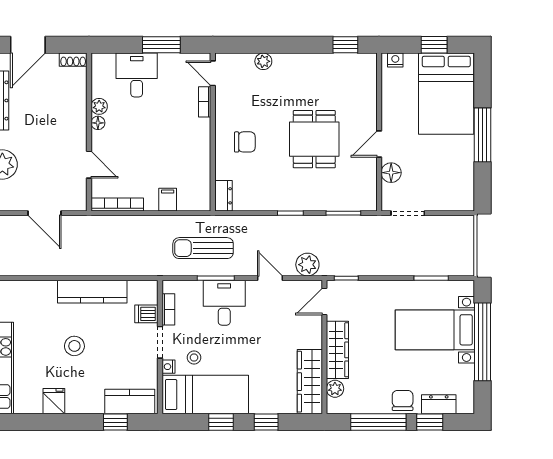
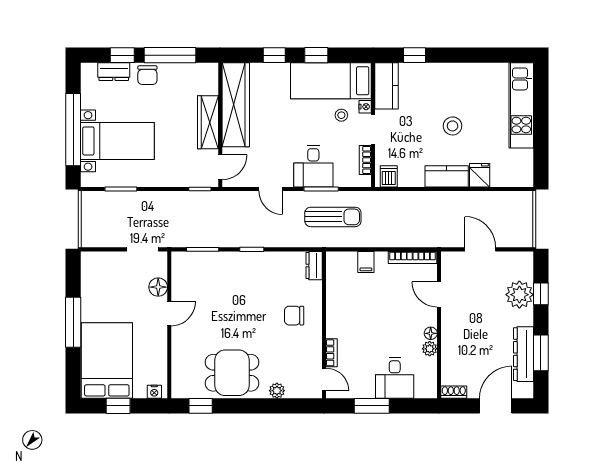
dining table: (314, 139) -> (232, 373), moved, turned 90
plant: (307, 265) -> (236, 202), removed
kitchen counter: (92, 292) -> (447, 176), width x0.67
dishwasher: (146, 314) -> (389, 176), moved, turned -90
wardrobe: (310, 382) -> (236, 105), width x1.40, depth x1.17
plant: (335, 389) -> (210, 86), removed
fridge: (54, 401) -> (480, 175), moved, turned 180
kitchen counter: (130, 401) -> (386, 86), moved, turned -90

